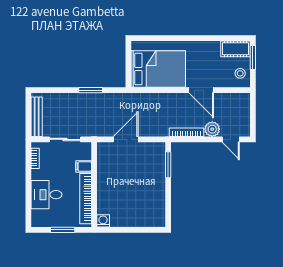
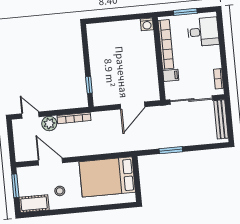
window: (253, 58) -> (15, 186), moved
stool: (240, 73) -> (60, 191), moved
door: (201, 90) -> (50, 162), moved
sliding door: (65, 139) -> (191, 100), width x1.37
window: (168, 165) -> (89, 85), width x0.67
desk: (46, 195) -> (203, 32), moved

